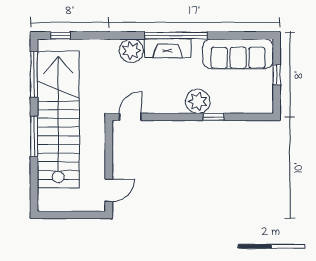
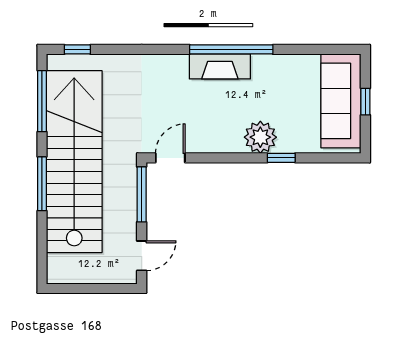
plant: (131, 51) -> (172, 70), removed
sofa: (238, 54) -> (341, 101), moved, turned 90
window: (109, 144) -> (142, 194), added

